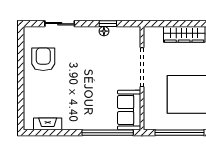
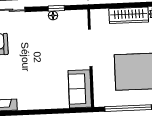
window: (108, 133) -> (60, 111), removed

